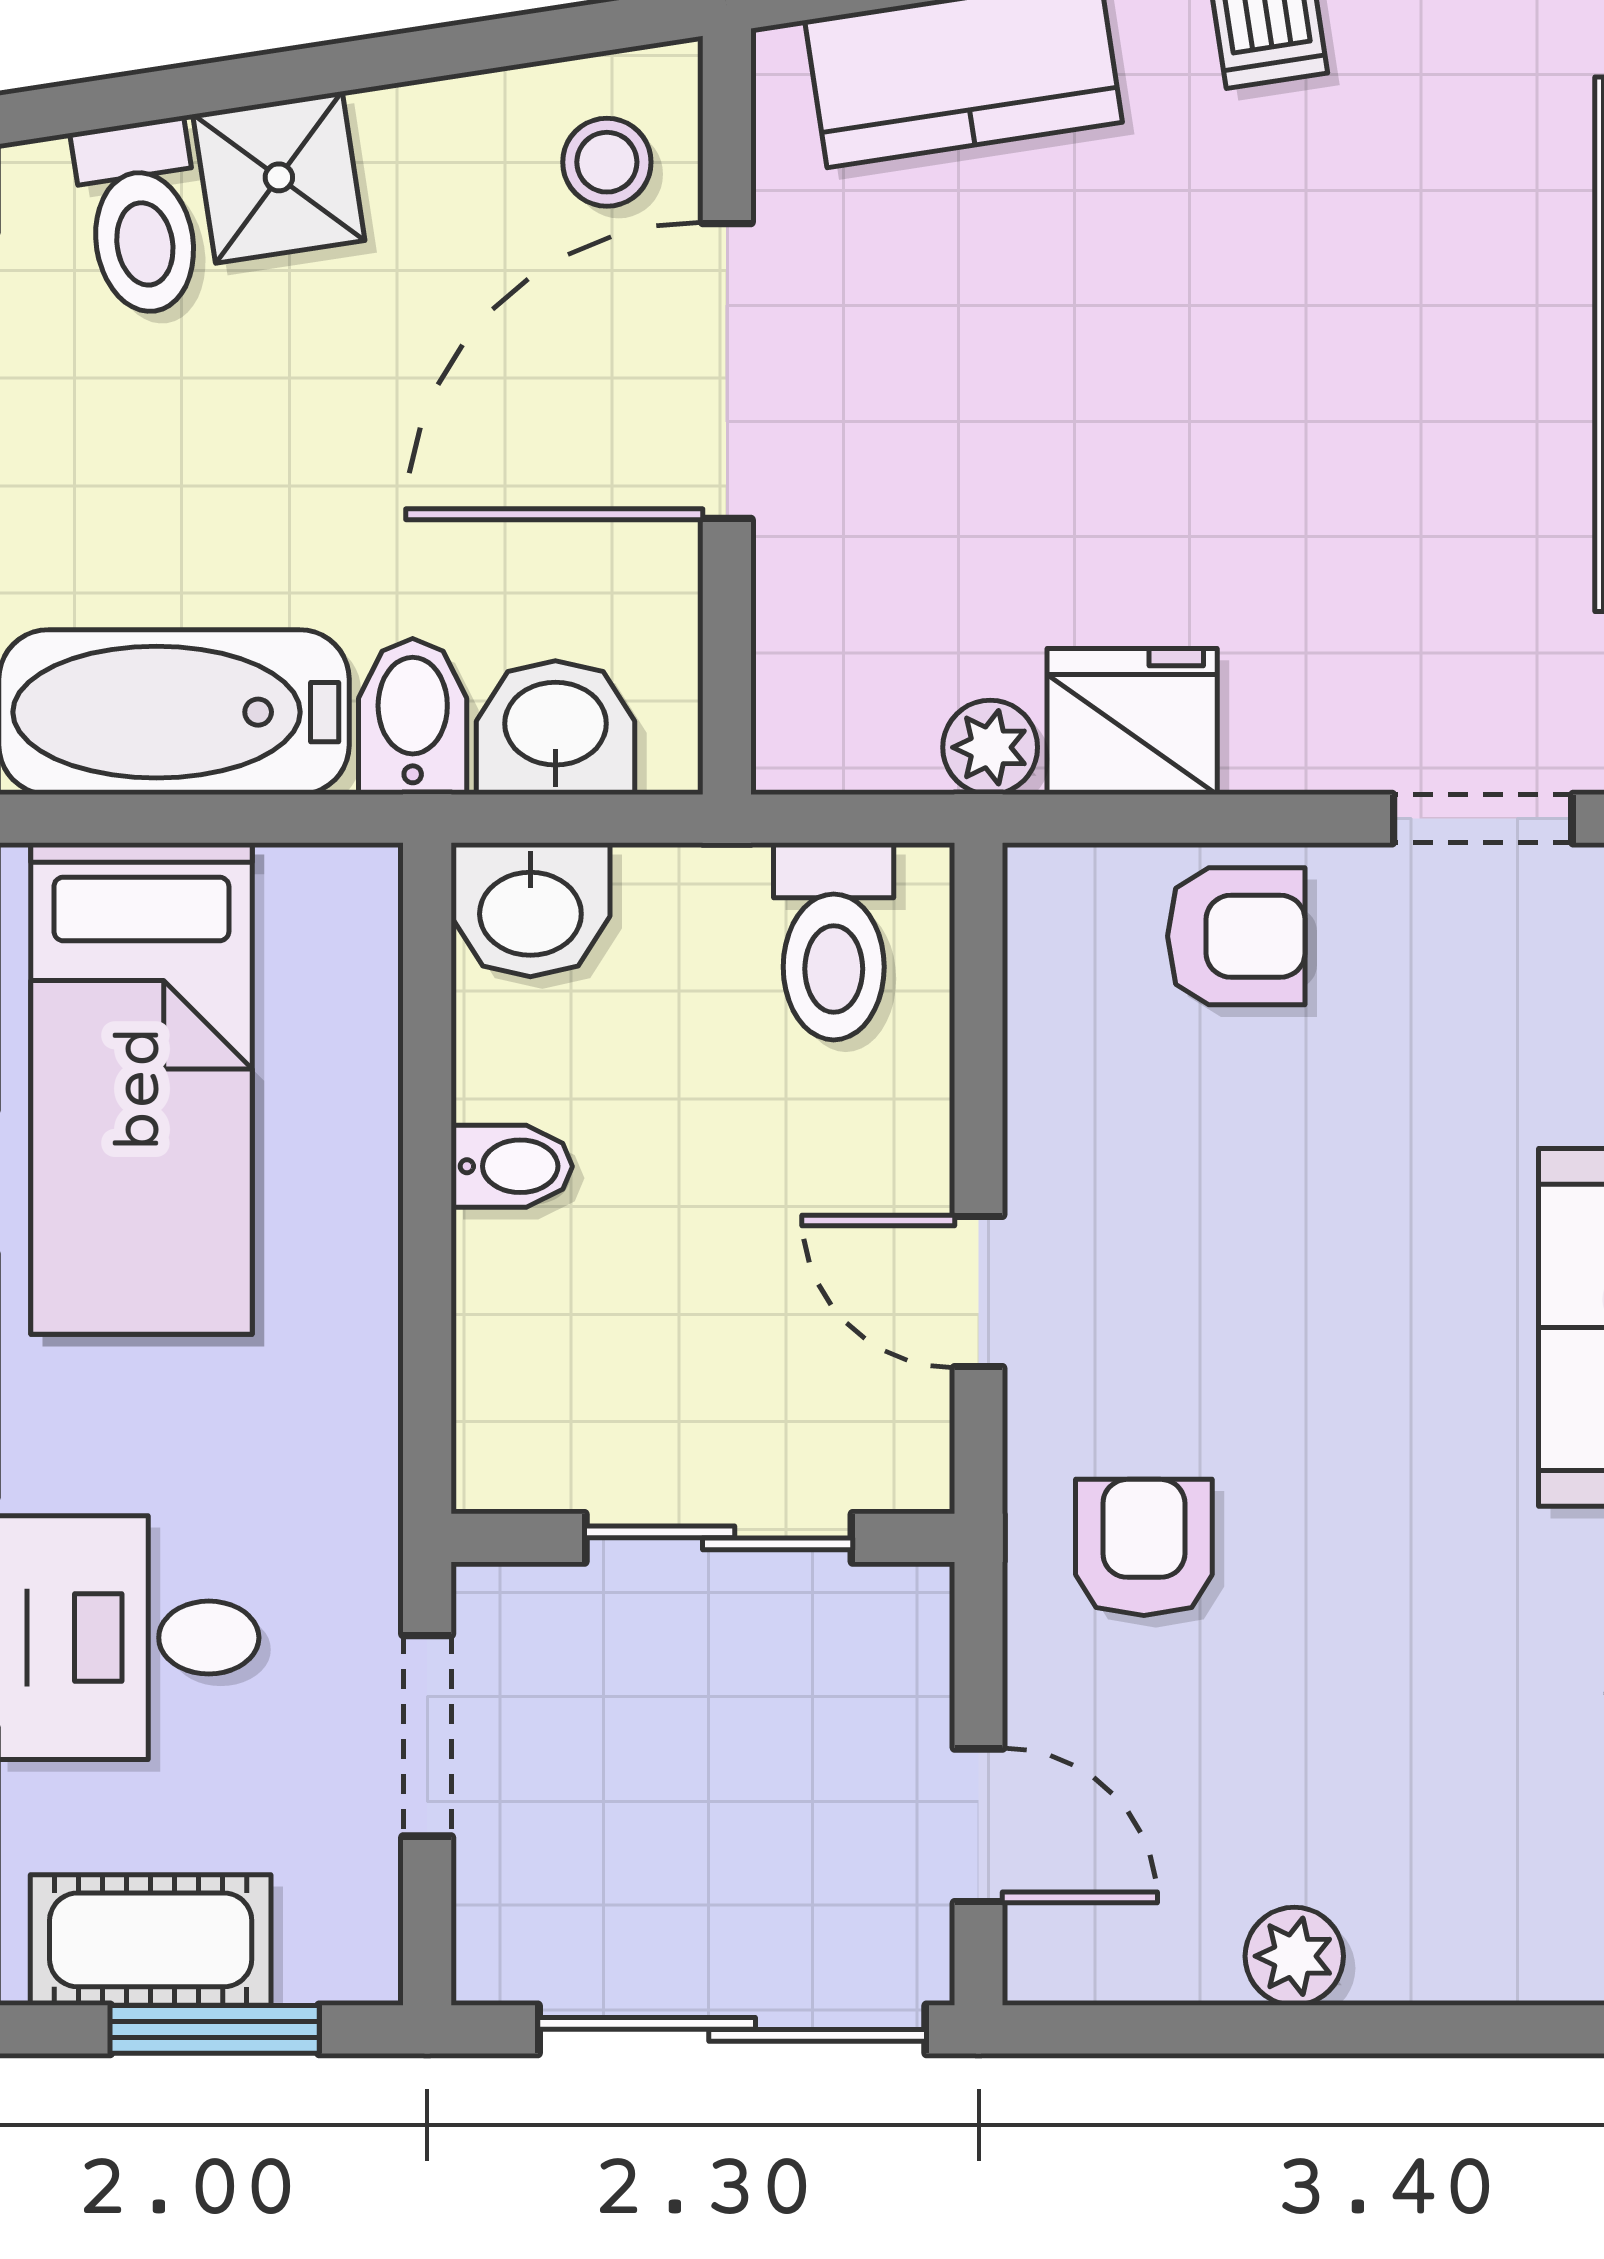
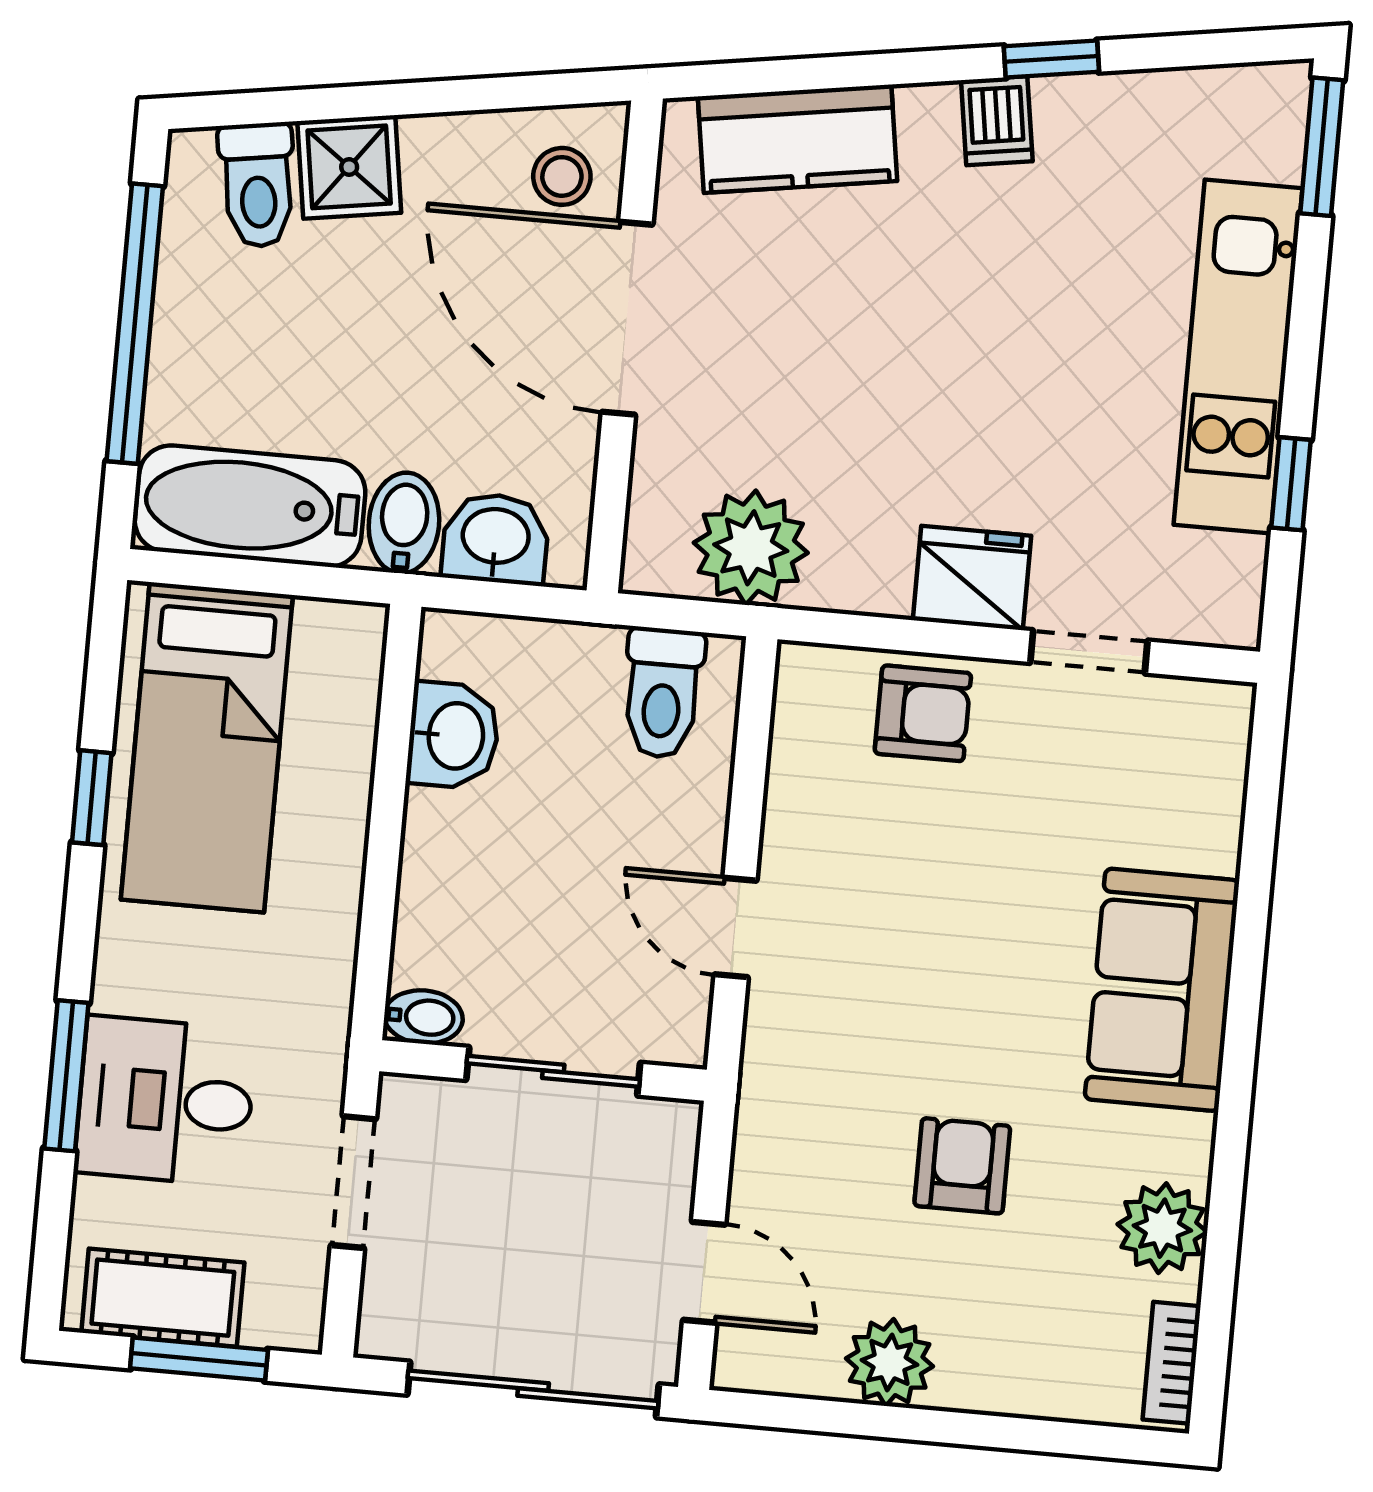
door: (727, 371) -> (627, 318), hinge flipped
fridge: (1132, 721) -> (972, 578), moved
plant: (990, 747) -> (751, 548), width x1.88, depth x1.88
washbasin: (530, 910) -> (453, 736), moved, turned -90
bidet: (512, 1166) -> (423, 1017), moved
armchair: (1144, 1547) -> (962, 1166), moved
plant: (1294, 1956) -> (890, 1362), width x1.38, depth x1.38

